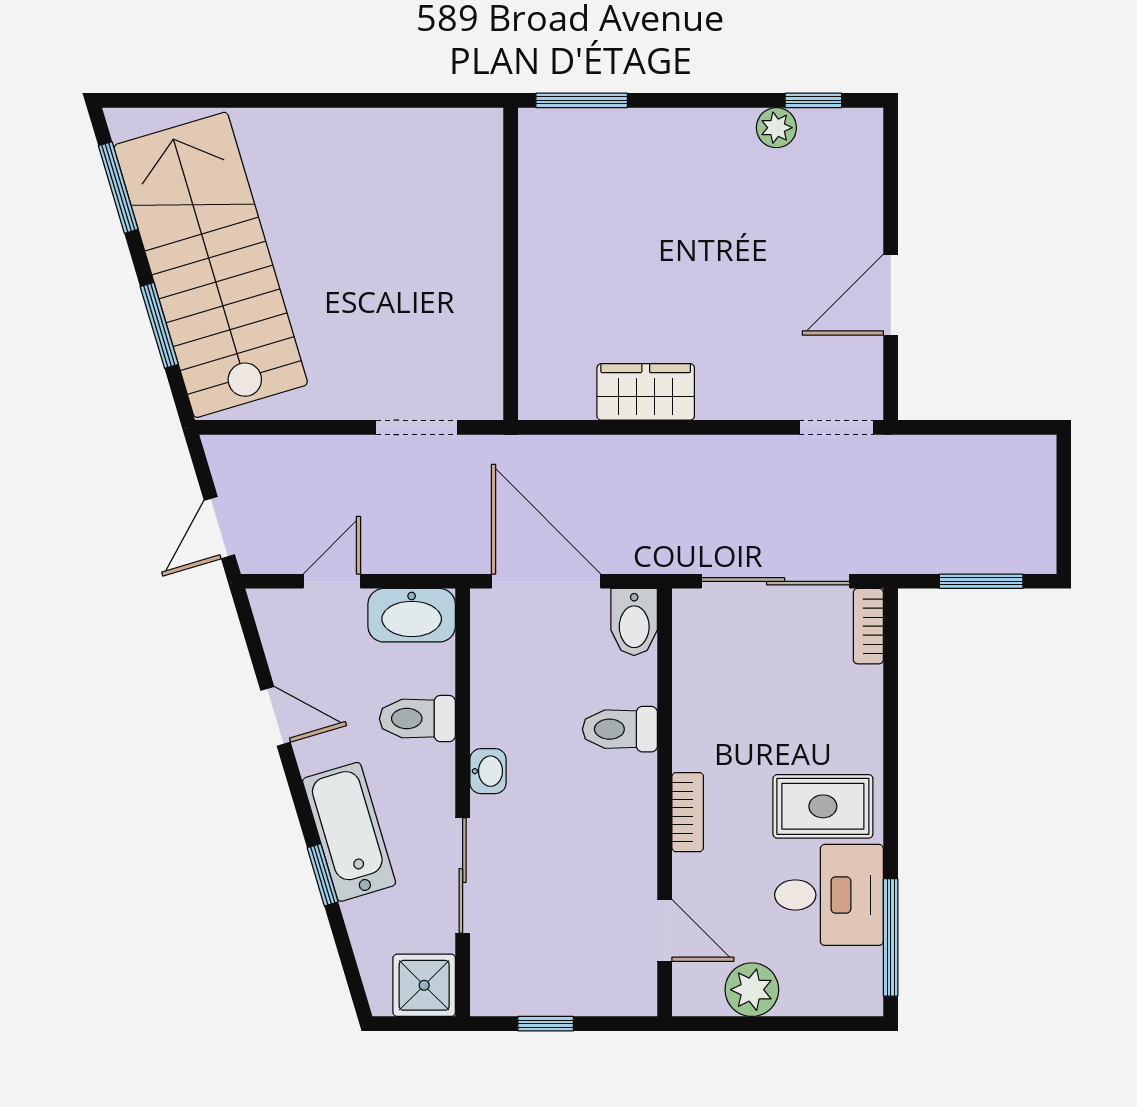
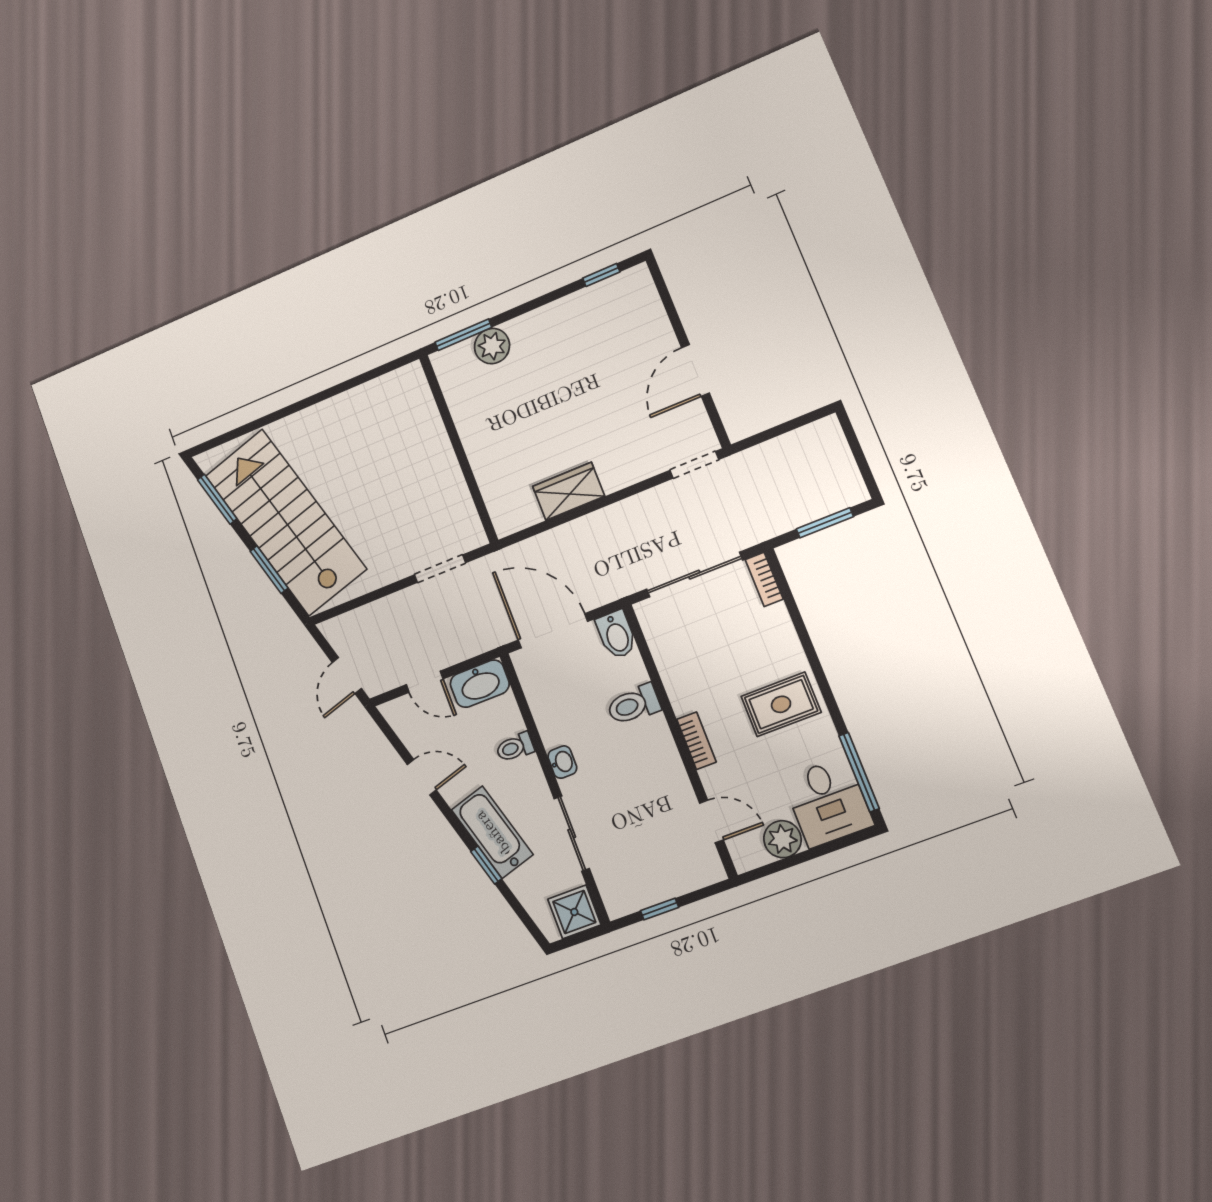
plant: (776, 128) -> (492, 346), moved, width x1.38, depth x1.38
door: (332, 581) -> (425, 682), swing flipped
toilet: (417, 719) -> (515, 747), width x0.73, depth x0.72
desk: (829, 895) -> (828, 802), moved, turned 90

